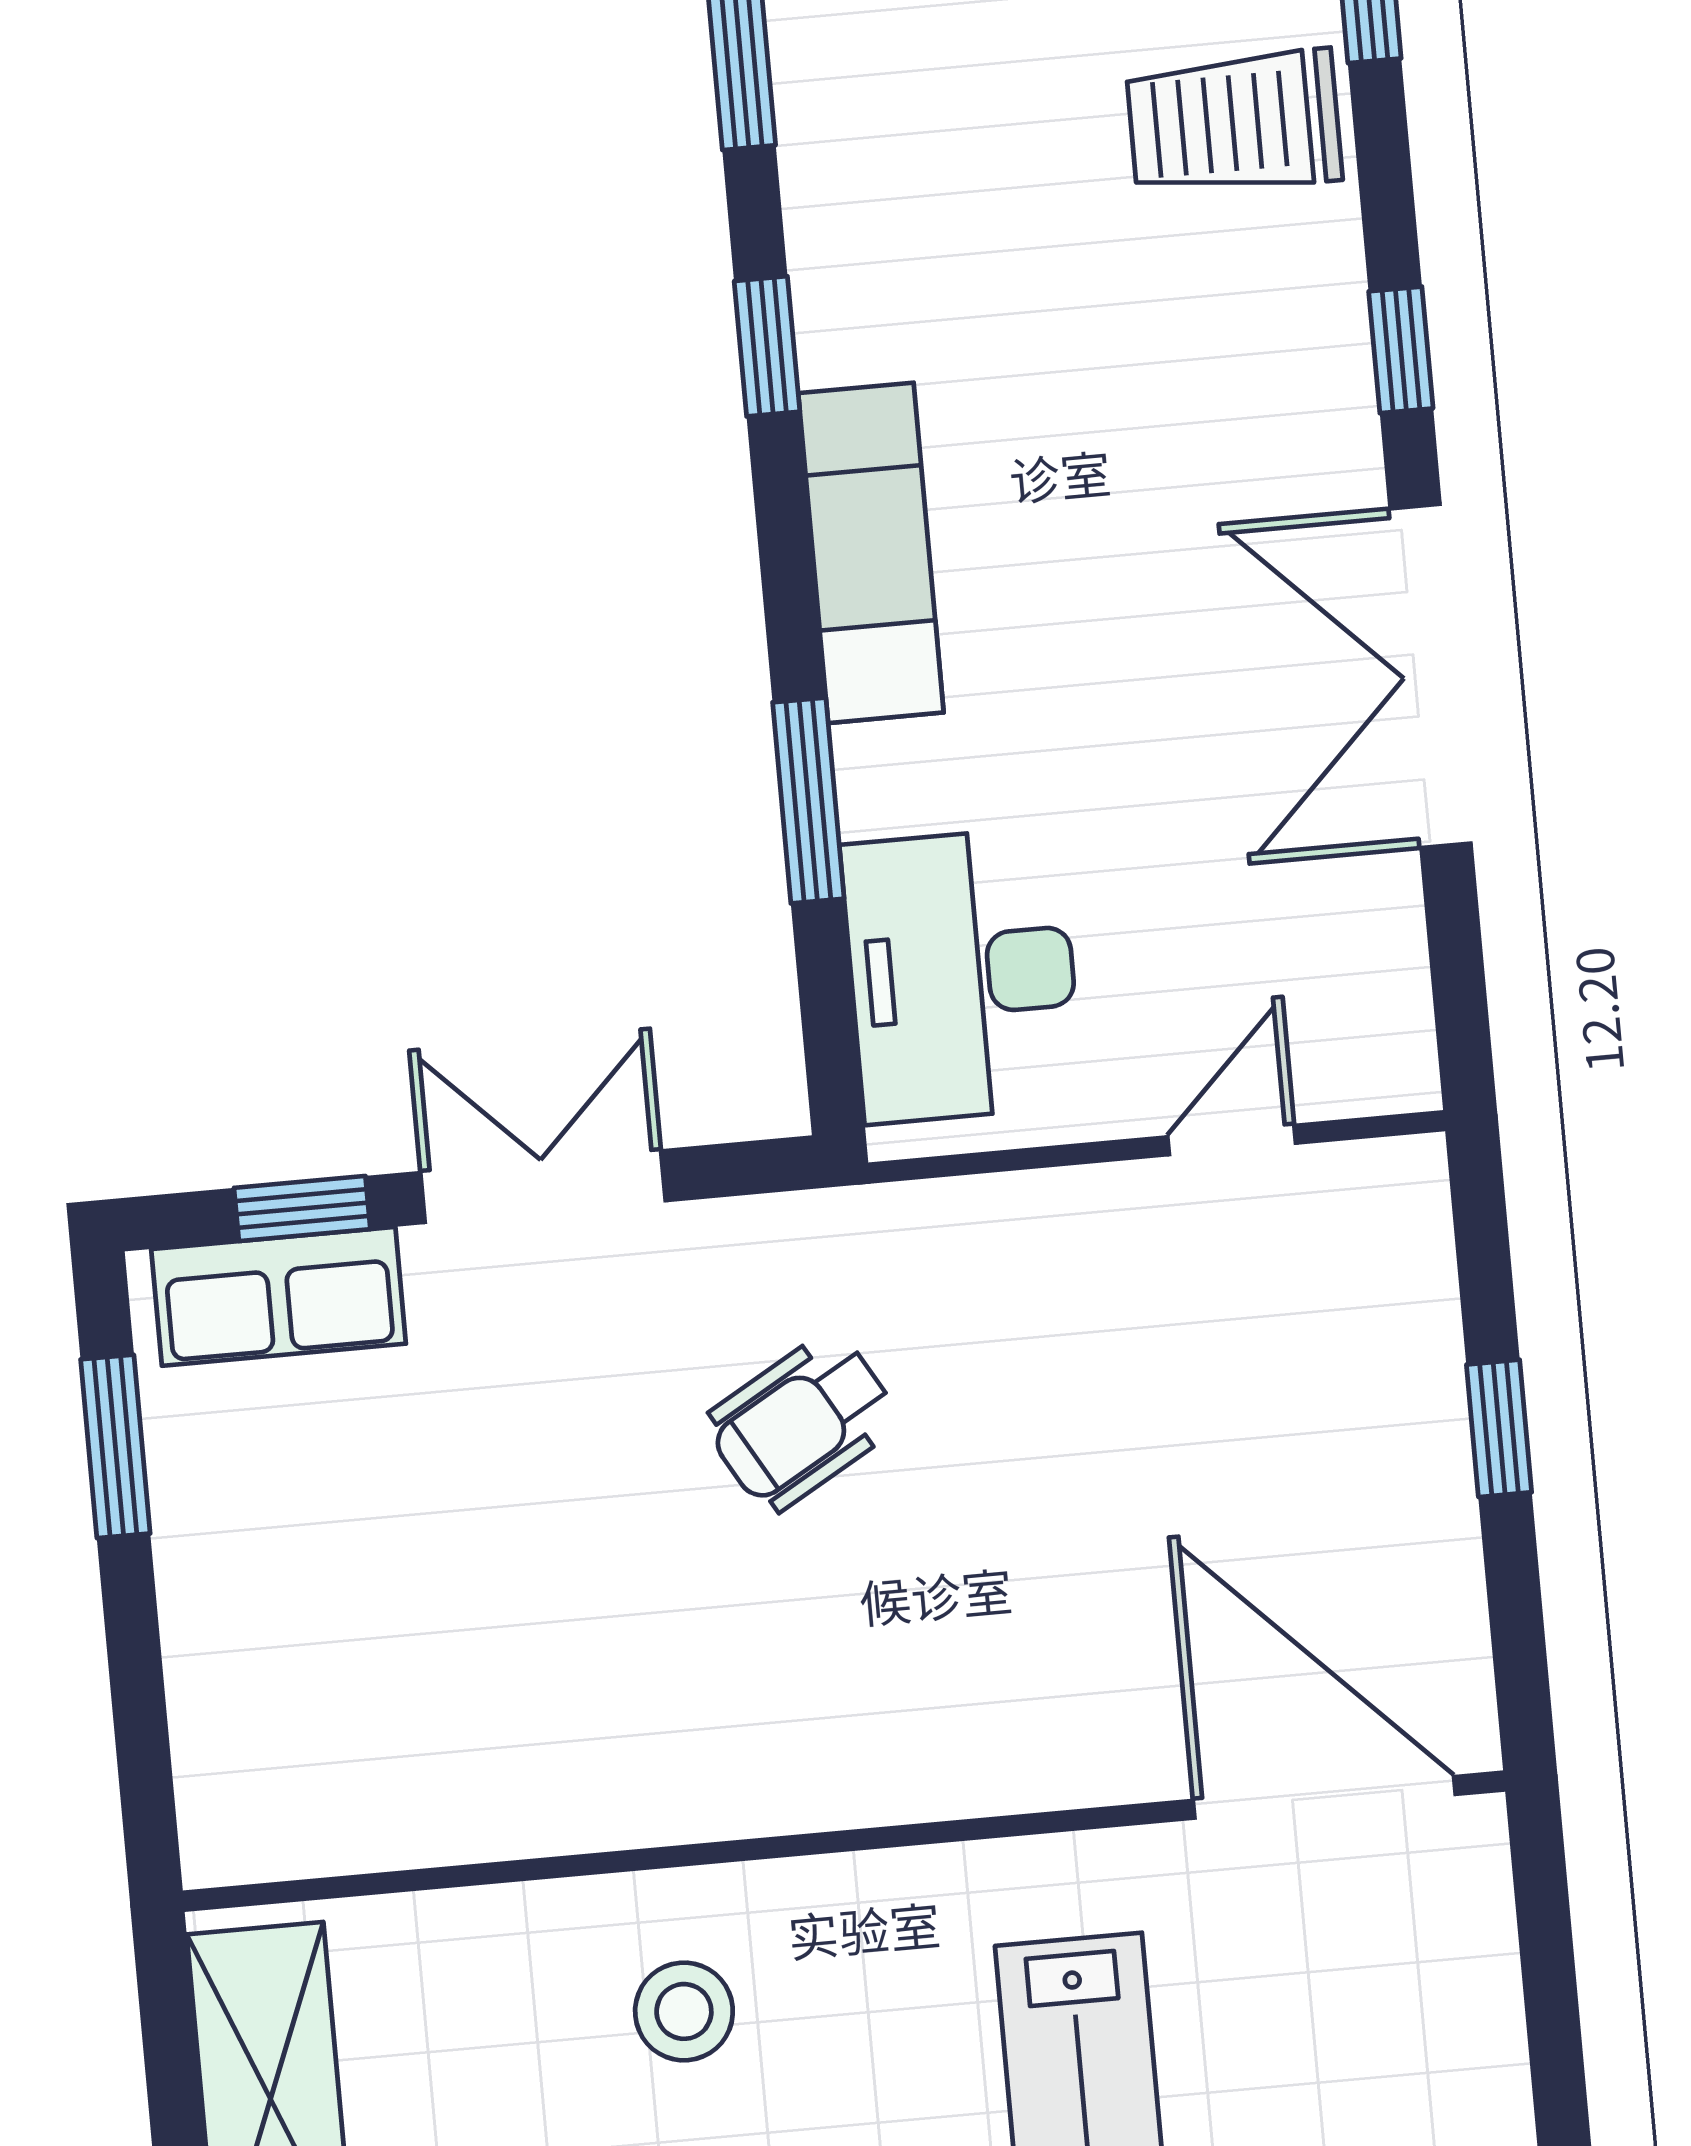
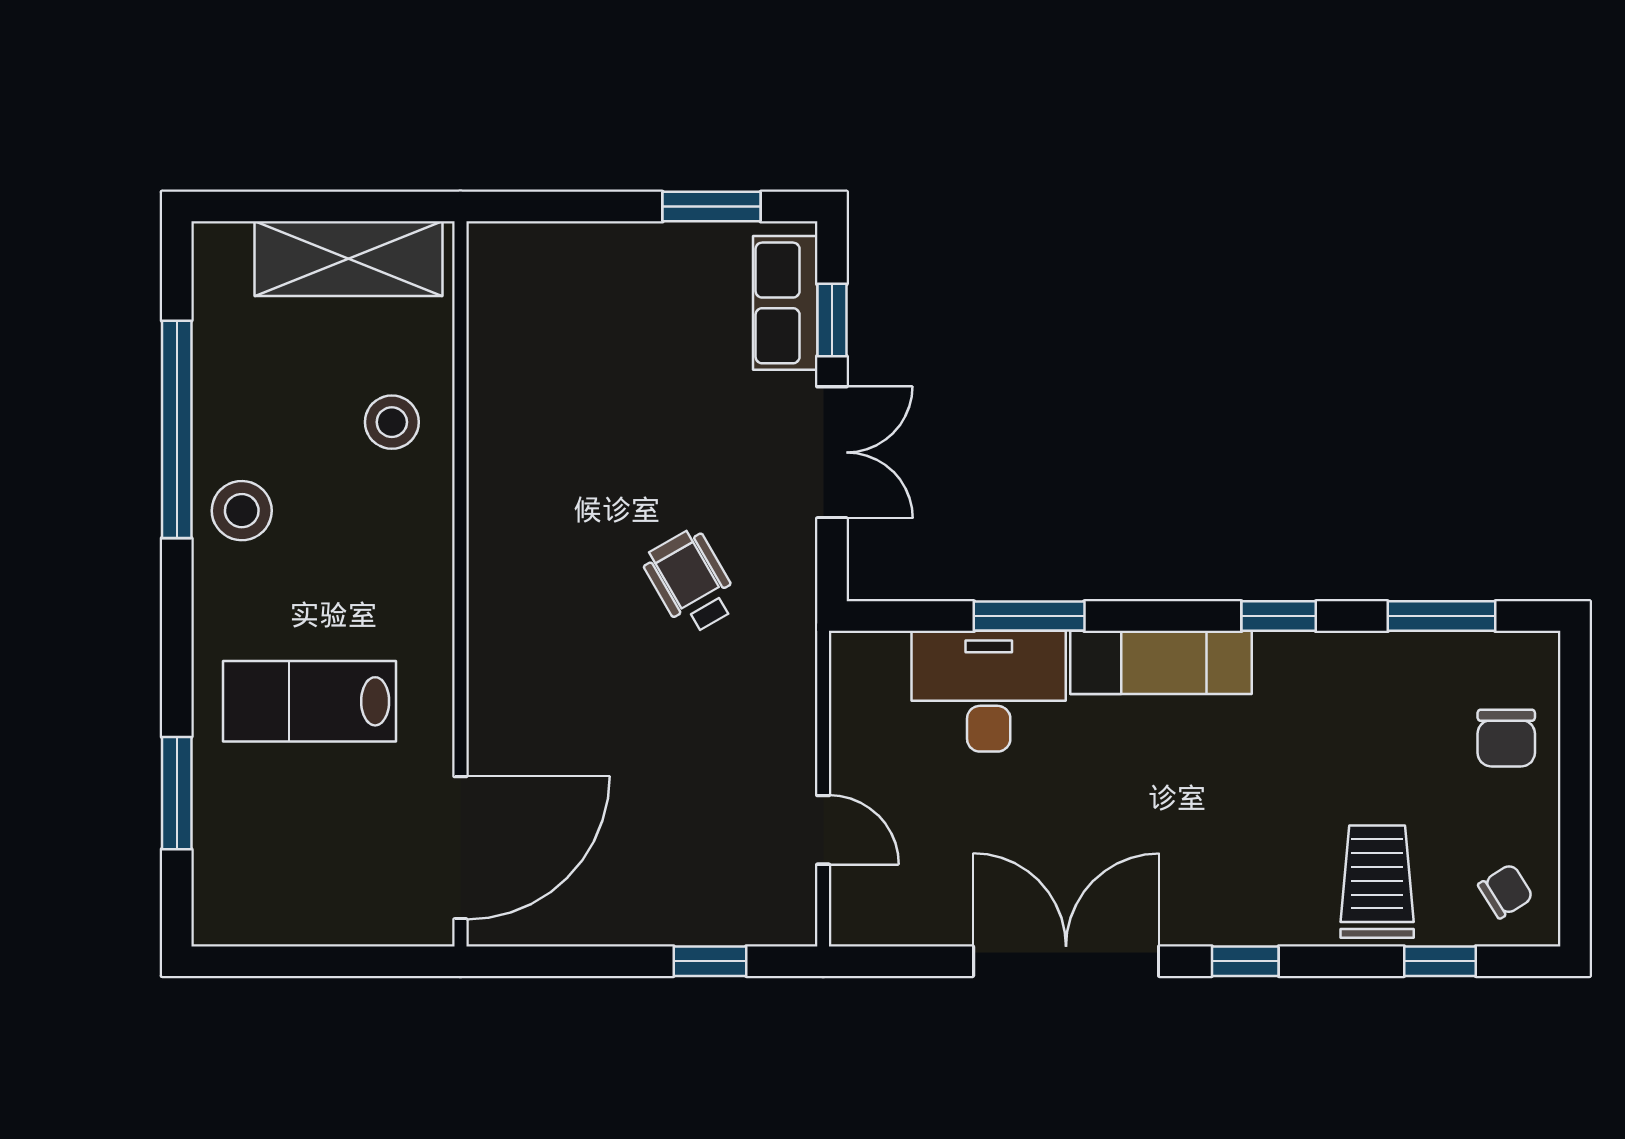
desk: (962, 975) -> (989, 691), moved
window: (1499, 1428) -> (710, 961), moved
stool: (684, 2011) -> (392, 422), moved

